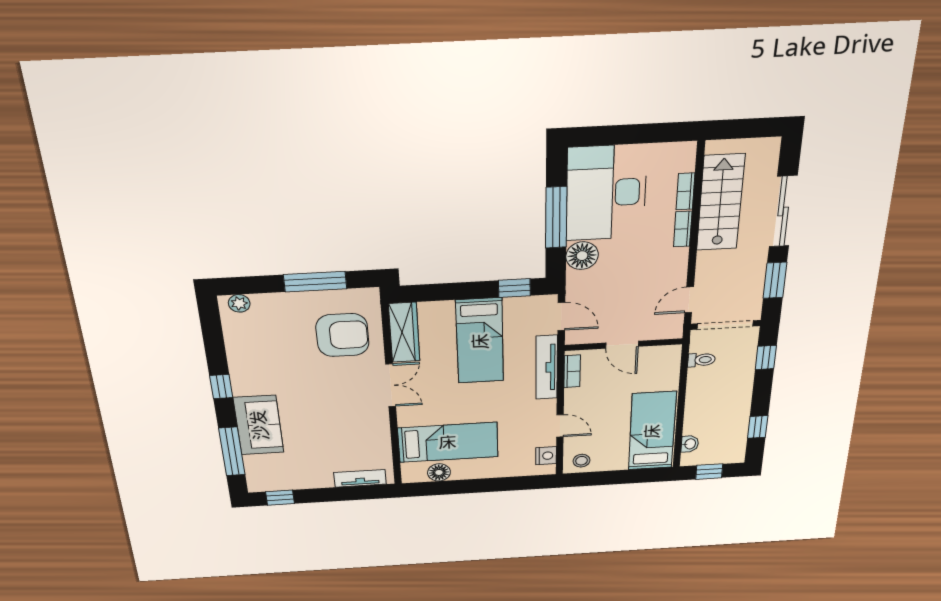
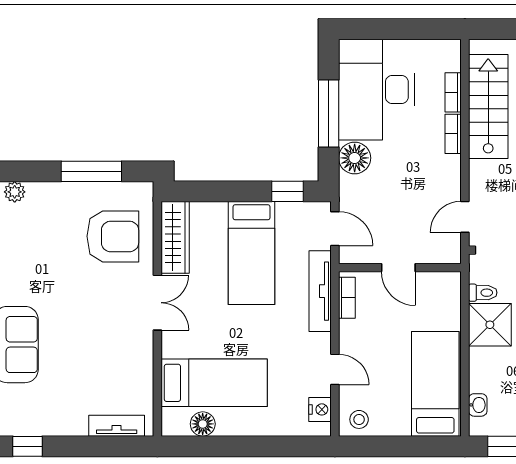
shower: (706, 384) -> (490, 325), added

